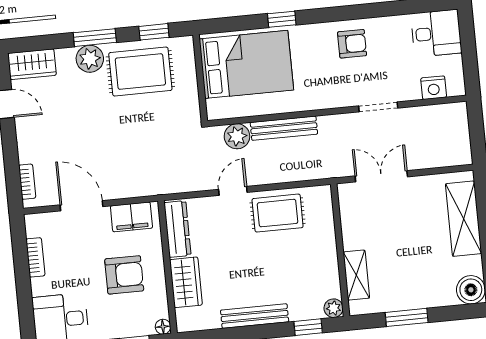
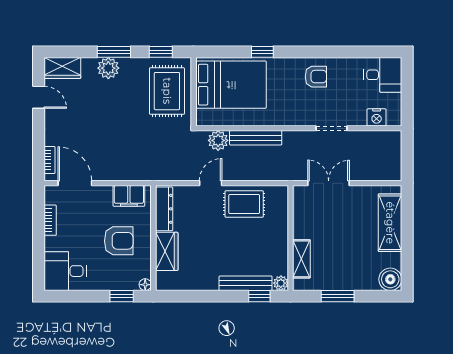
rug: (140, 72) -> (167, 91), moved, turned 90
door: (81, 206) -> (75, 183), moved
bench: (255, 316) -> (246, 283), moved

